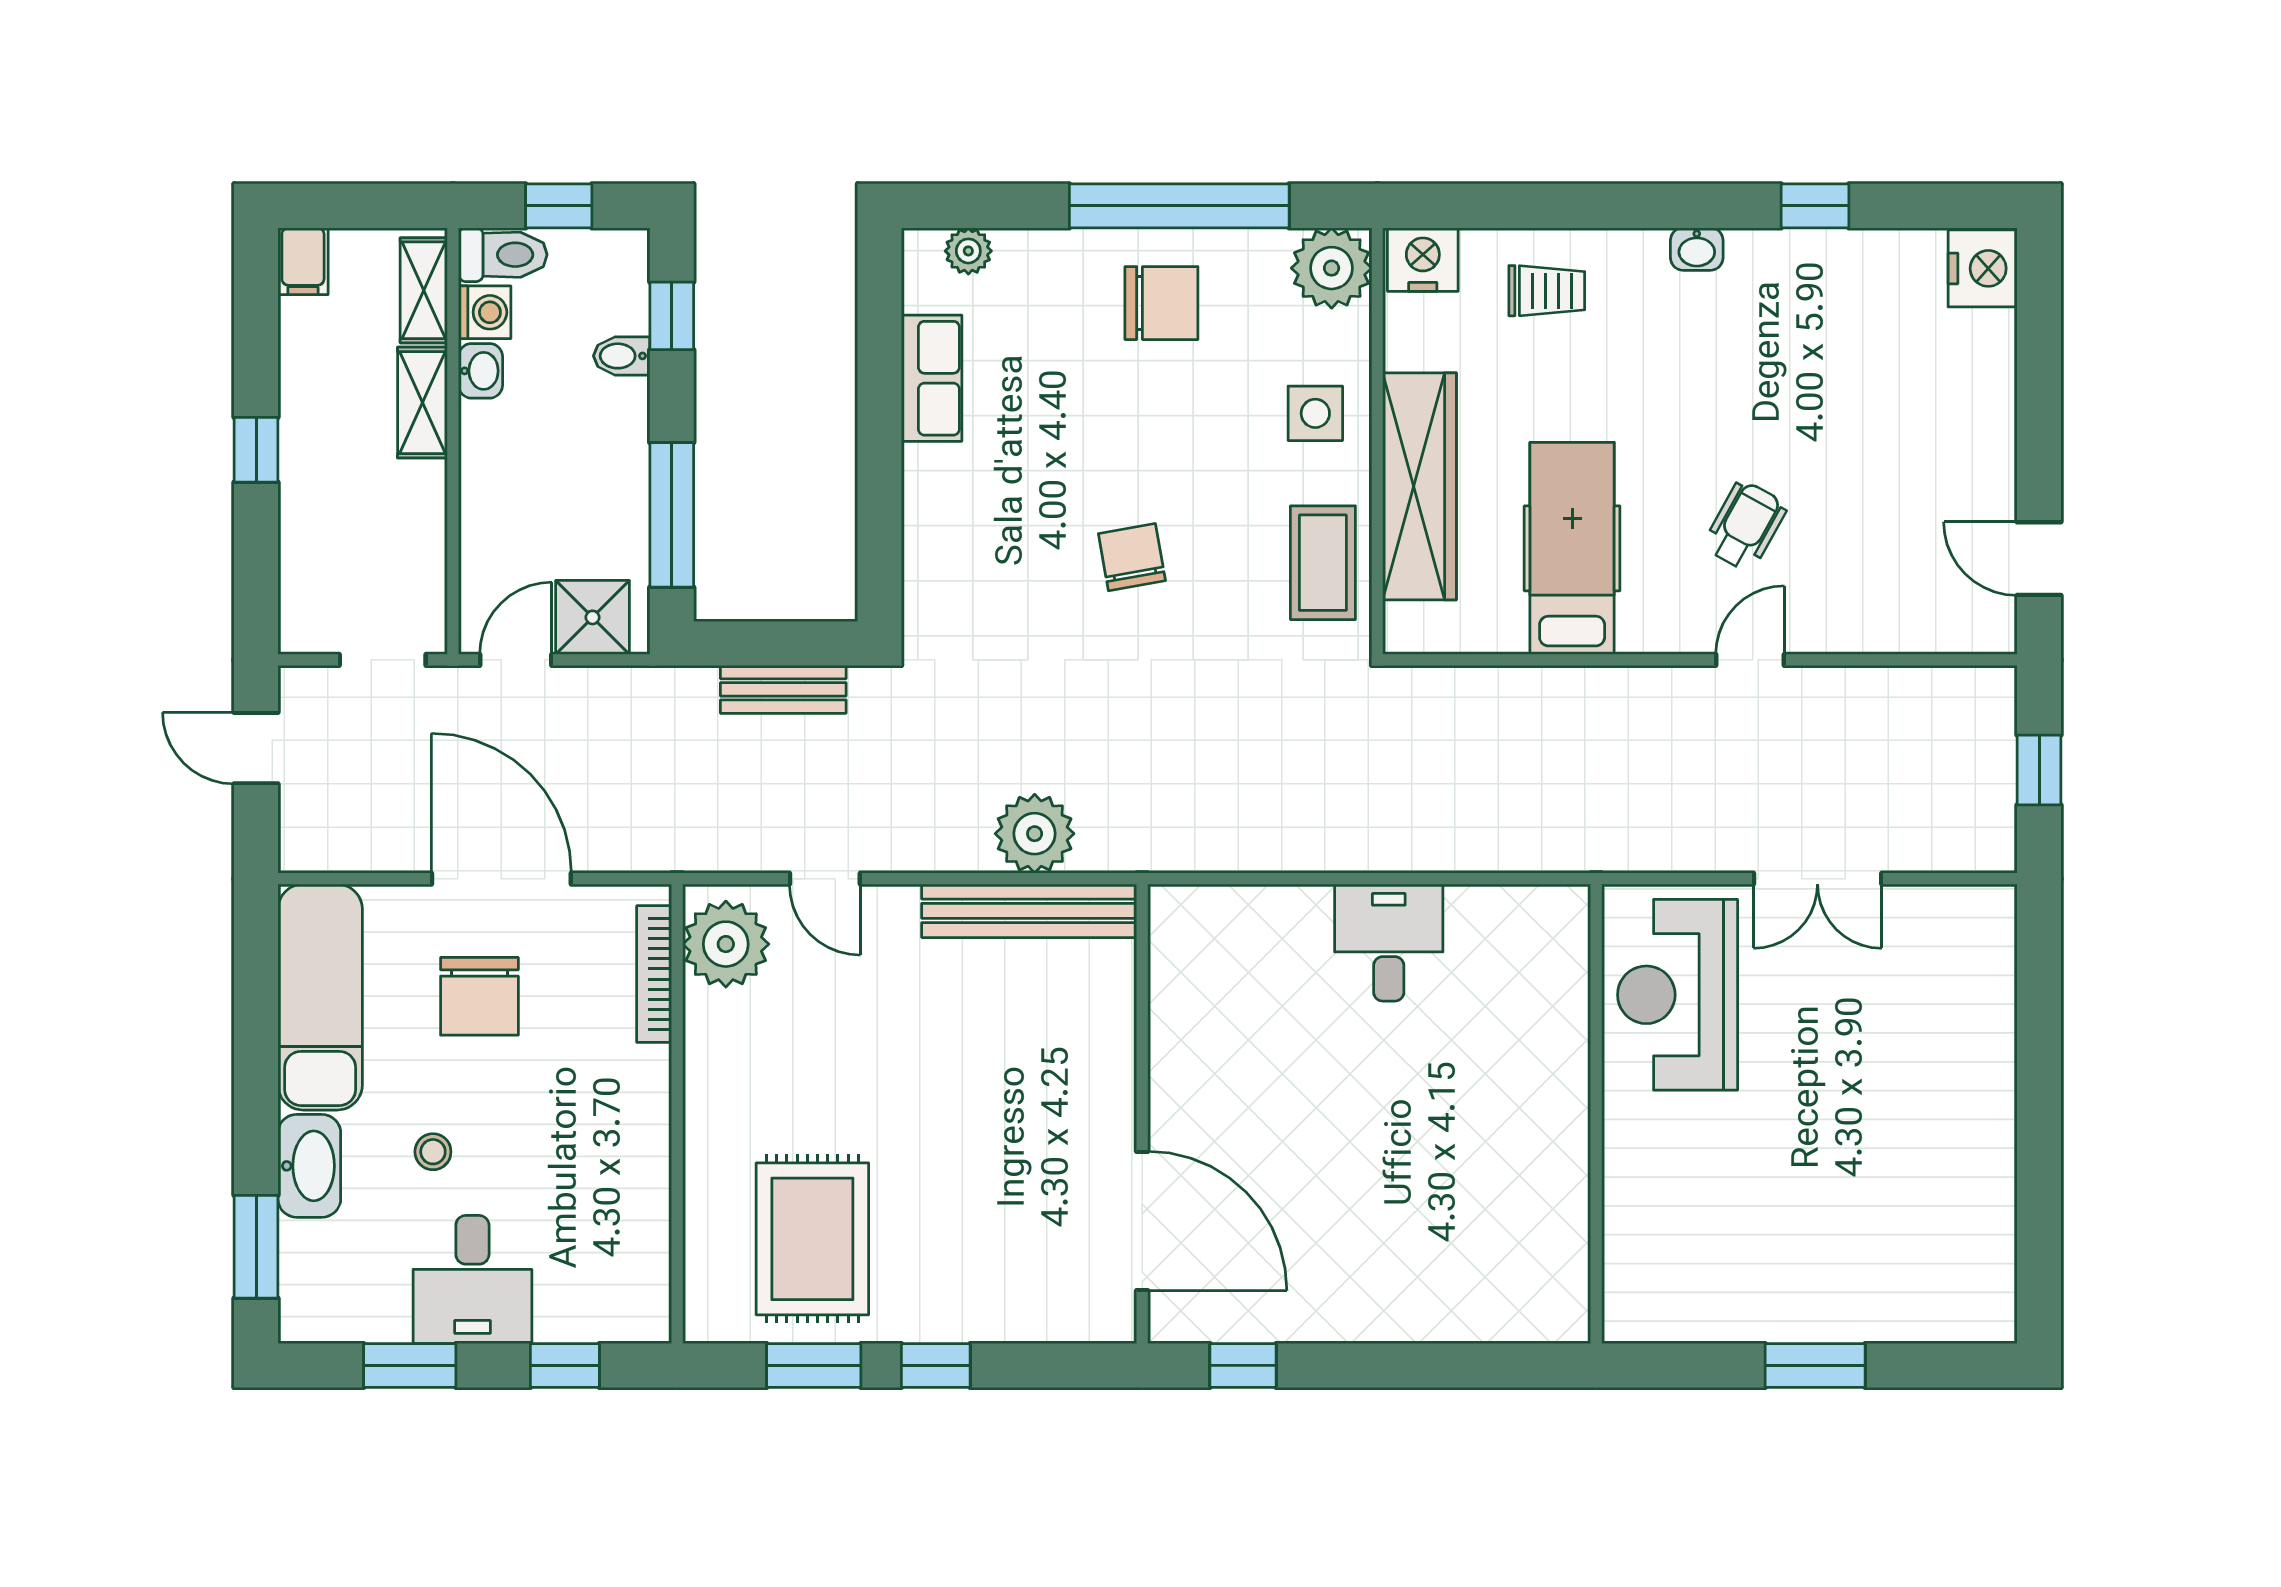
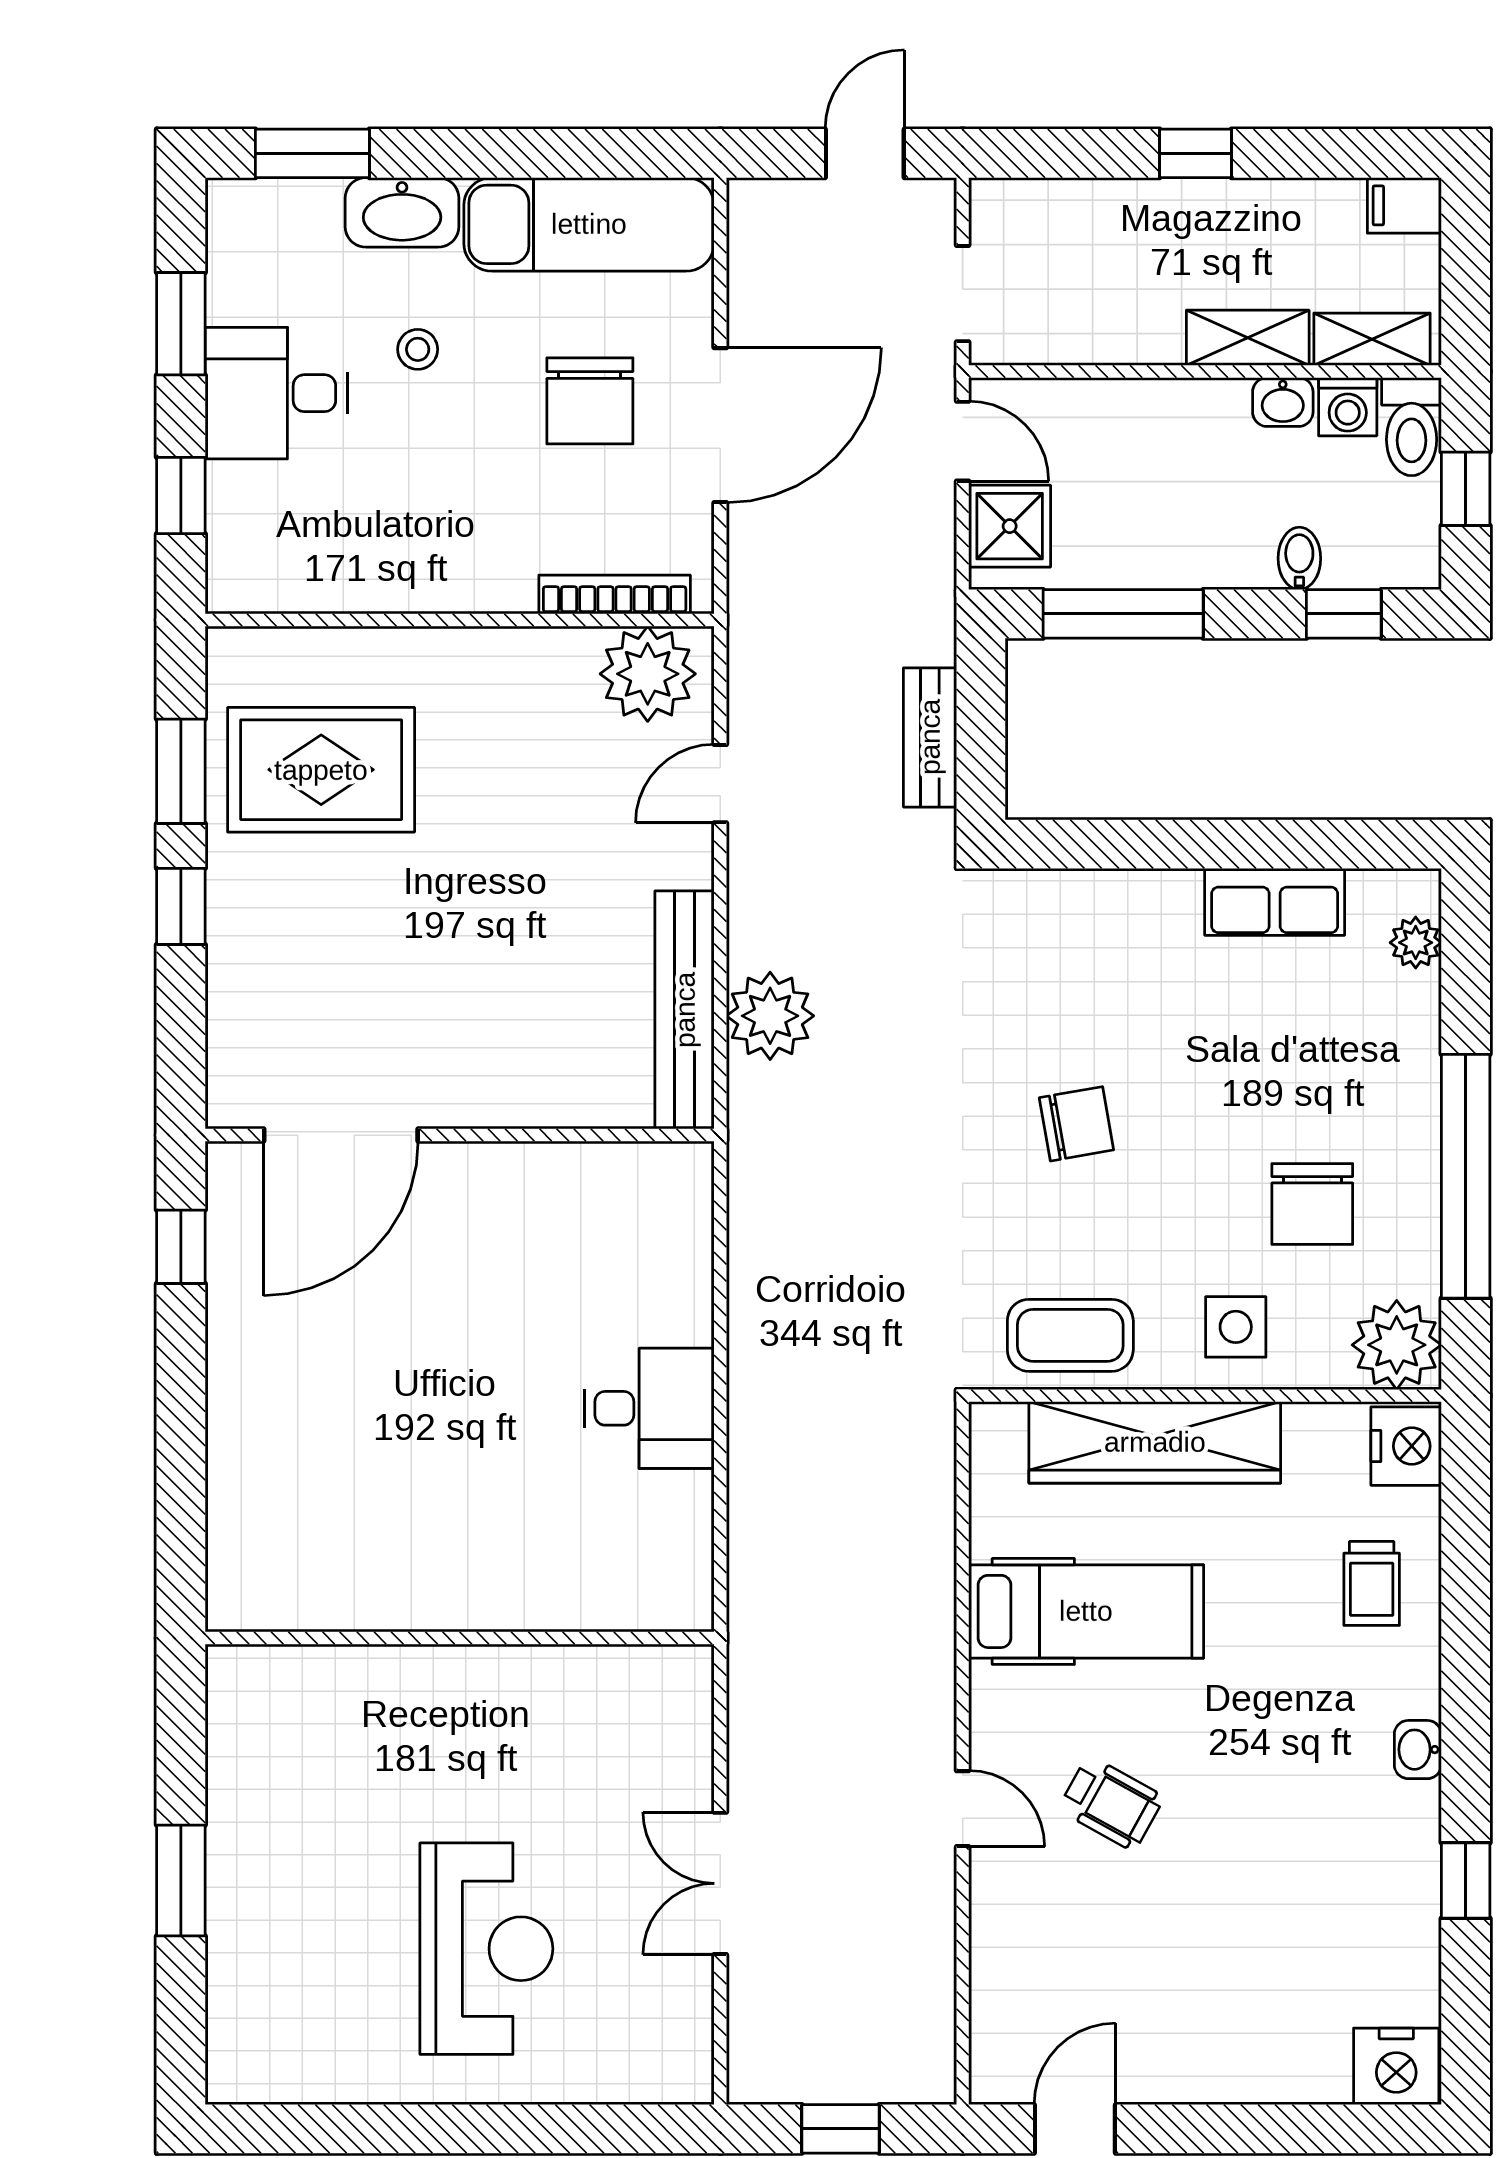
chair: (1161, 303) -> (1312, 1204), moved
reception desk: (1678, 995) -> (486, 1949), moved, turned 90
chair: (479, 996) -> (590, 401), turned -90

